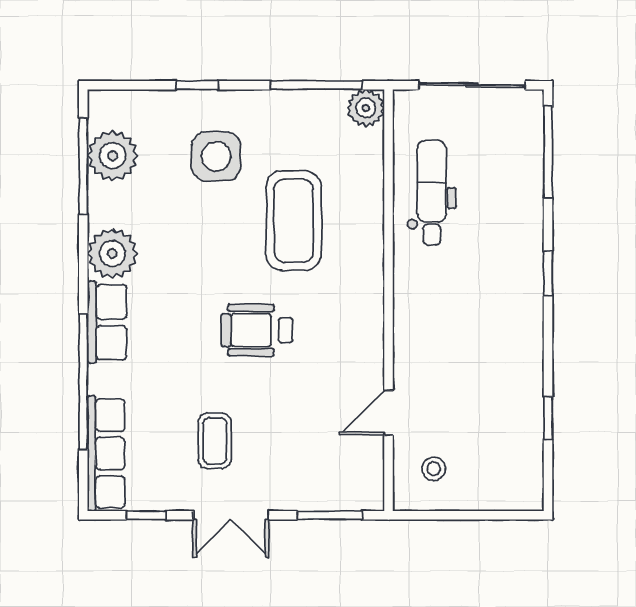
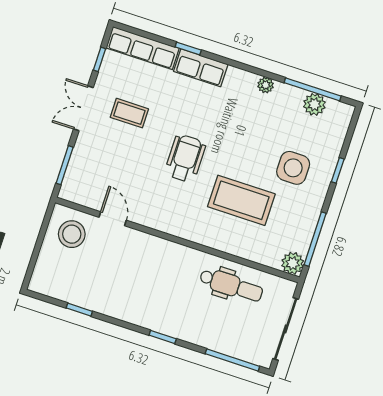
plant: (113, 156) -> (314, 104), width x0.73, depth x0.73
plant: (112, 254) -> (266, 85), width x0.53, depth x0.53
row of seats: (107, 322) -> (201, 68), moved
window: (83, 382) -> (188, 48), width x0.32
stool: (434, 469) -> (72, 234), width x1.89, depth x1.89

